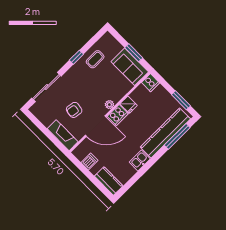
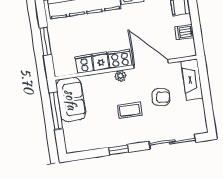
window: (134, 53) -> (56, 111), width x1.44
coffee table: (95, 59) -> (130, 110), moved
cooker: (150, 83) -> (84, 64), moved
window: (181, 100) -> (46, 41), moved

